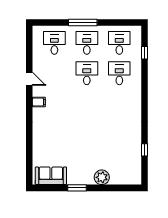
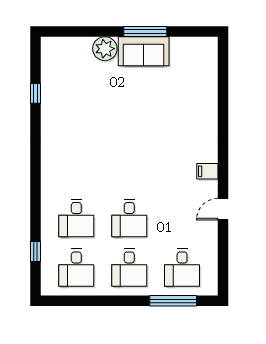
window: (83, 23) -> (173, 301), moved
door: (29, 79) -> (223, 209), hinge flipped
sofa: (51, 176) -> (144, 51), moved
window: (77, 188) -> (145, 32), width x1.44

